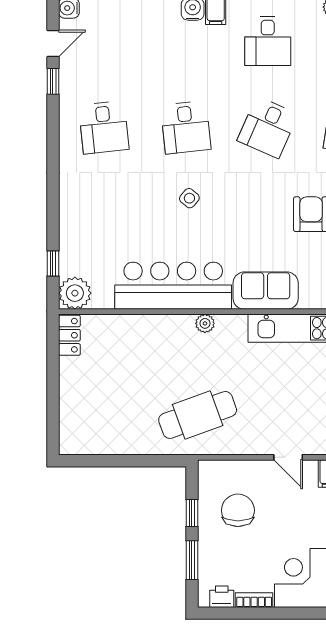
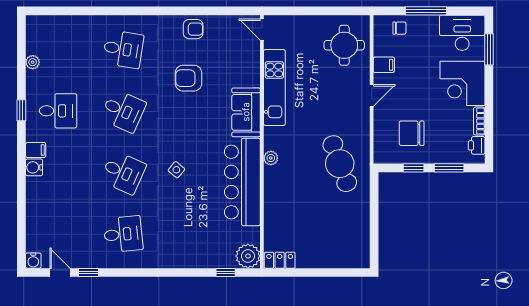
desk: (186, 127) -> (123, 172), turned 30

